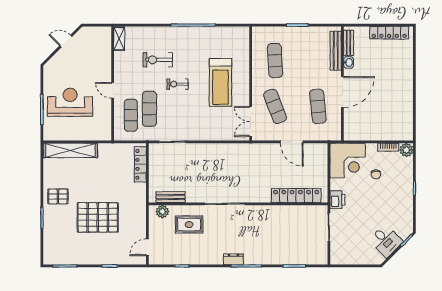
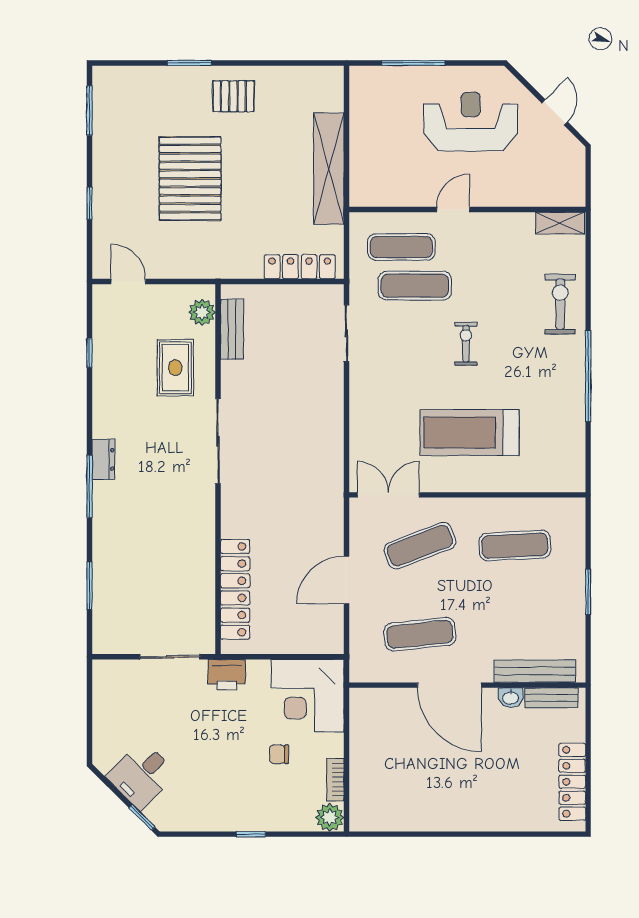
exercise bike: (158, 60) -> (560, 304), moved
reception desk: (70, 102) -> (471, 121), moved, turned -90
shelving: (70, 150) -> (329, 169), moved
pallet: (58, 196) -> (233, 96), turned 90

